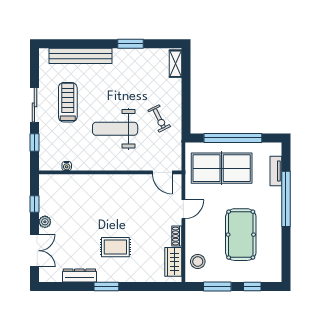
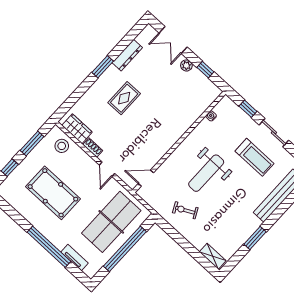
weight bench: (115, 129) -> (206, 173), turned 180

